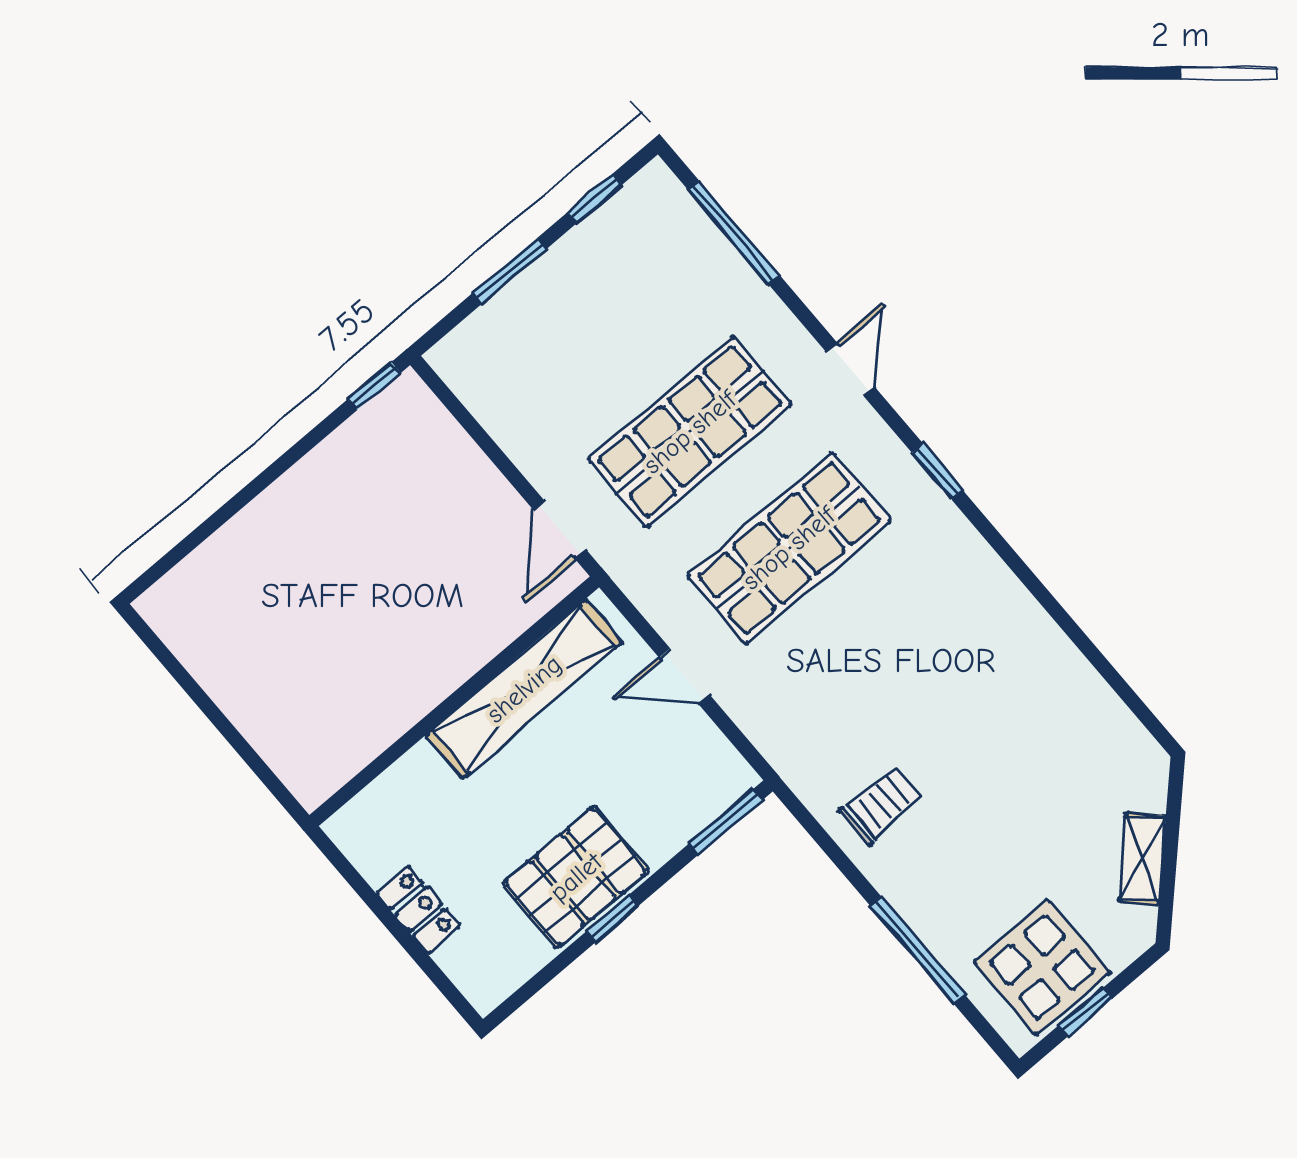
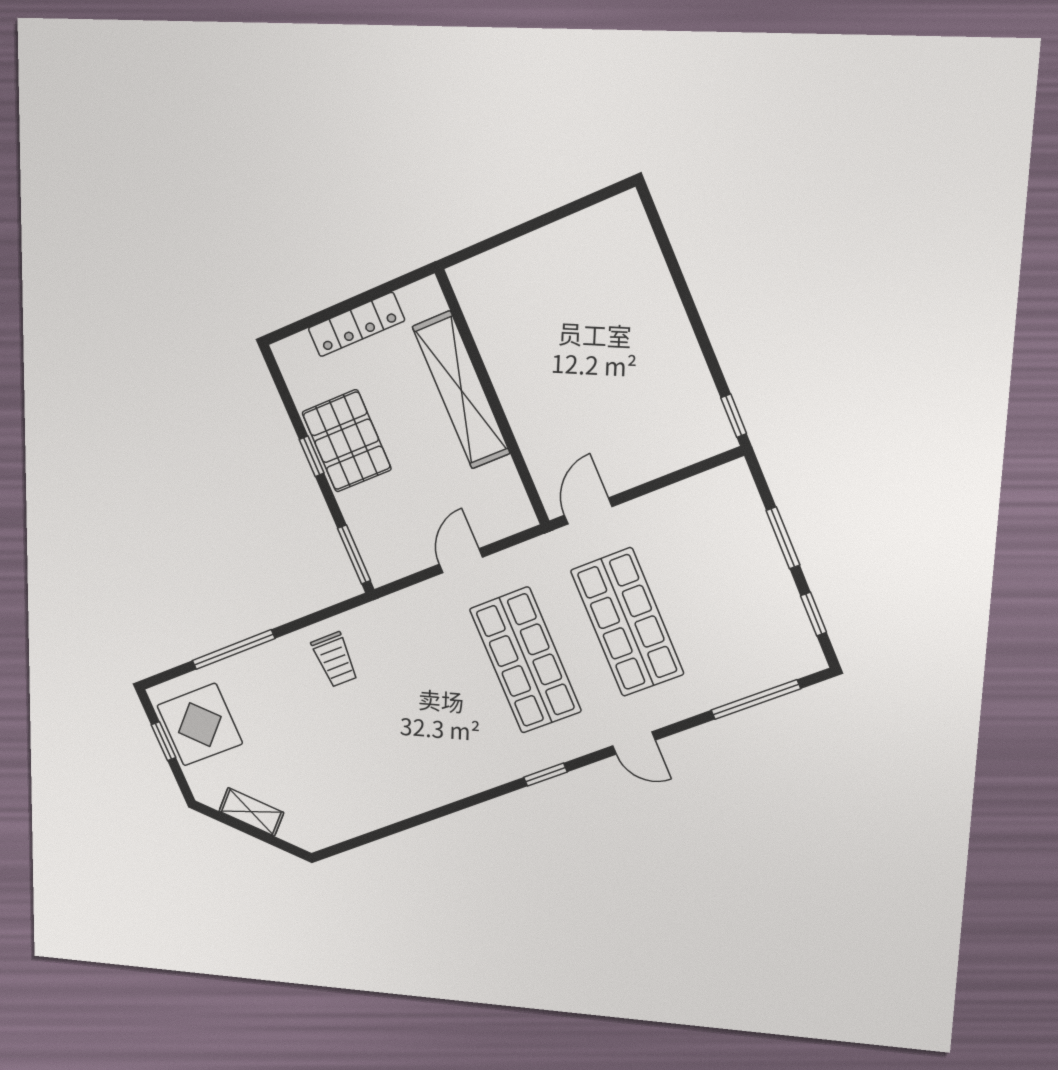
door: (560, 530) -> (588, 511), hinge flipped
shelving: (524, 689) -> (461, 390), moved
locker: (418, 909) -> (356, 324), width x1.53

